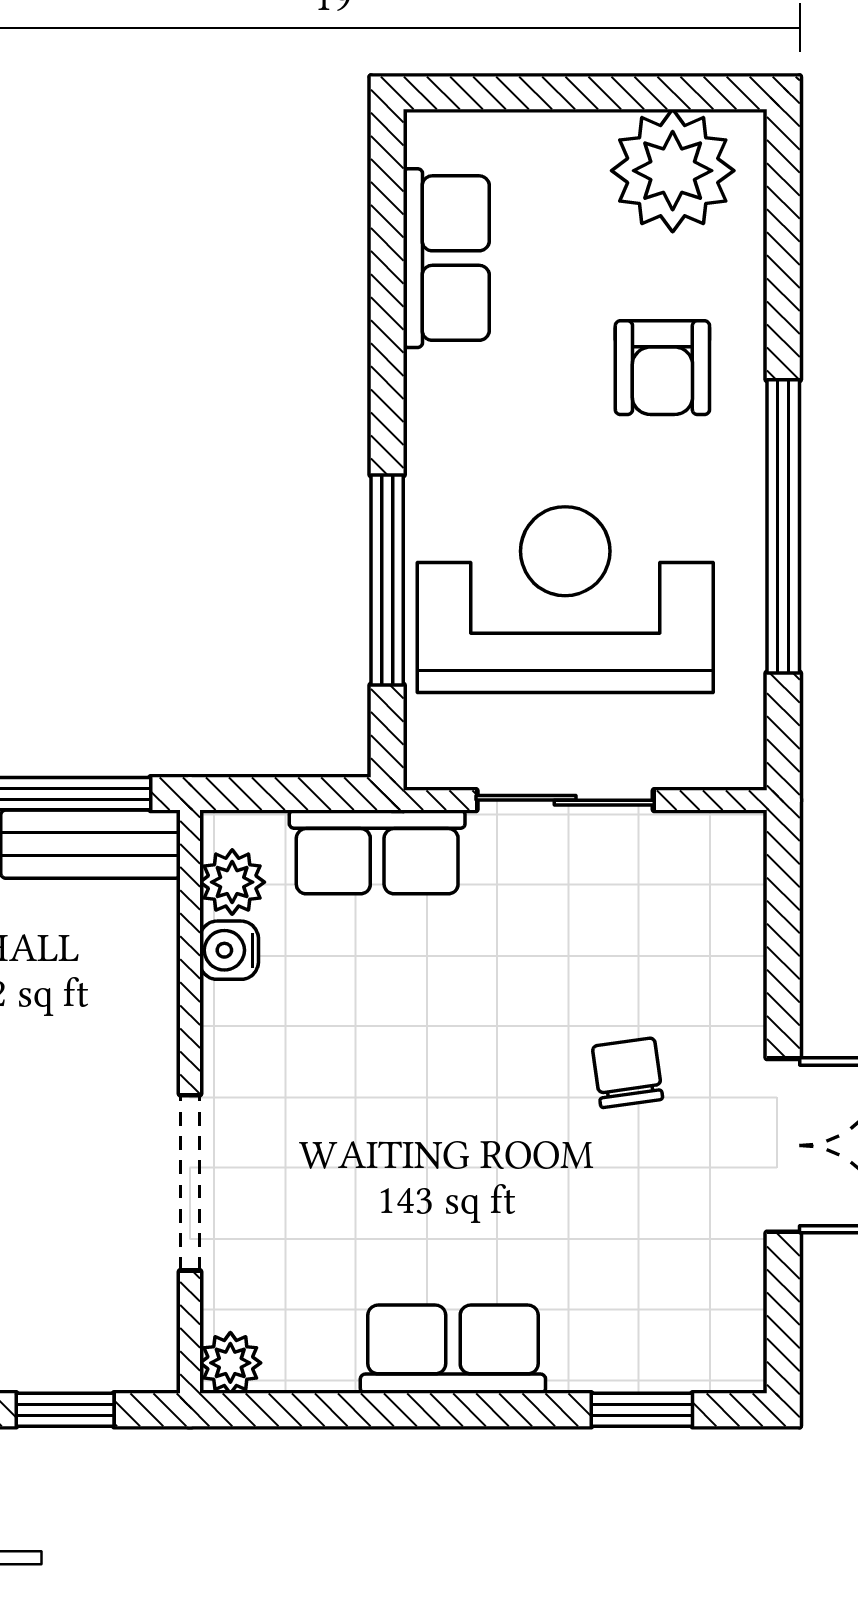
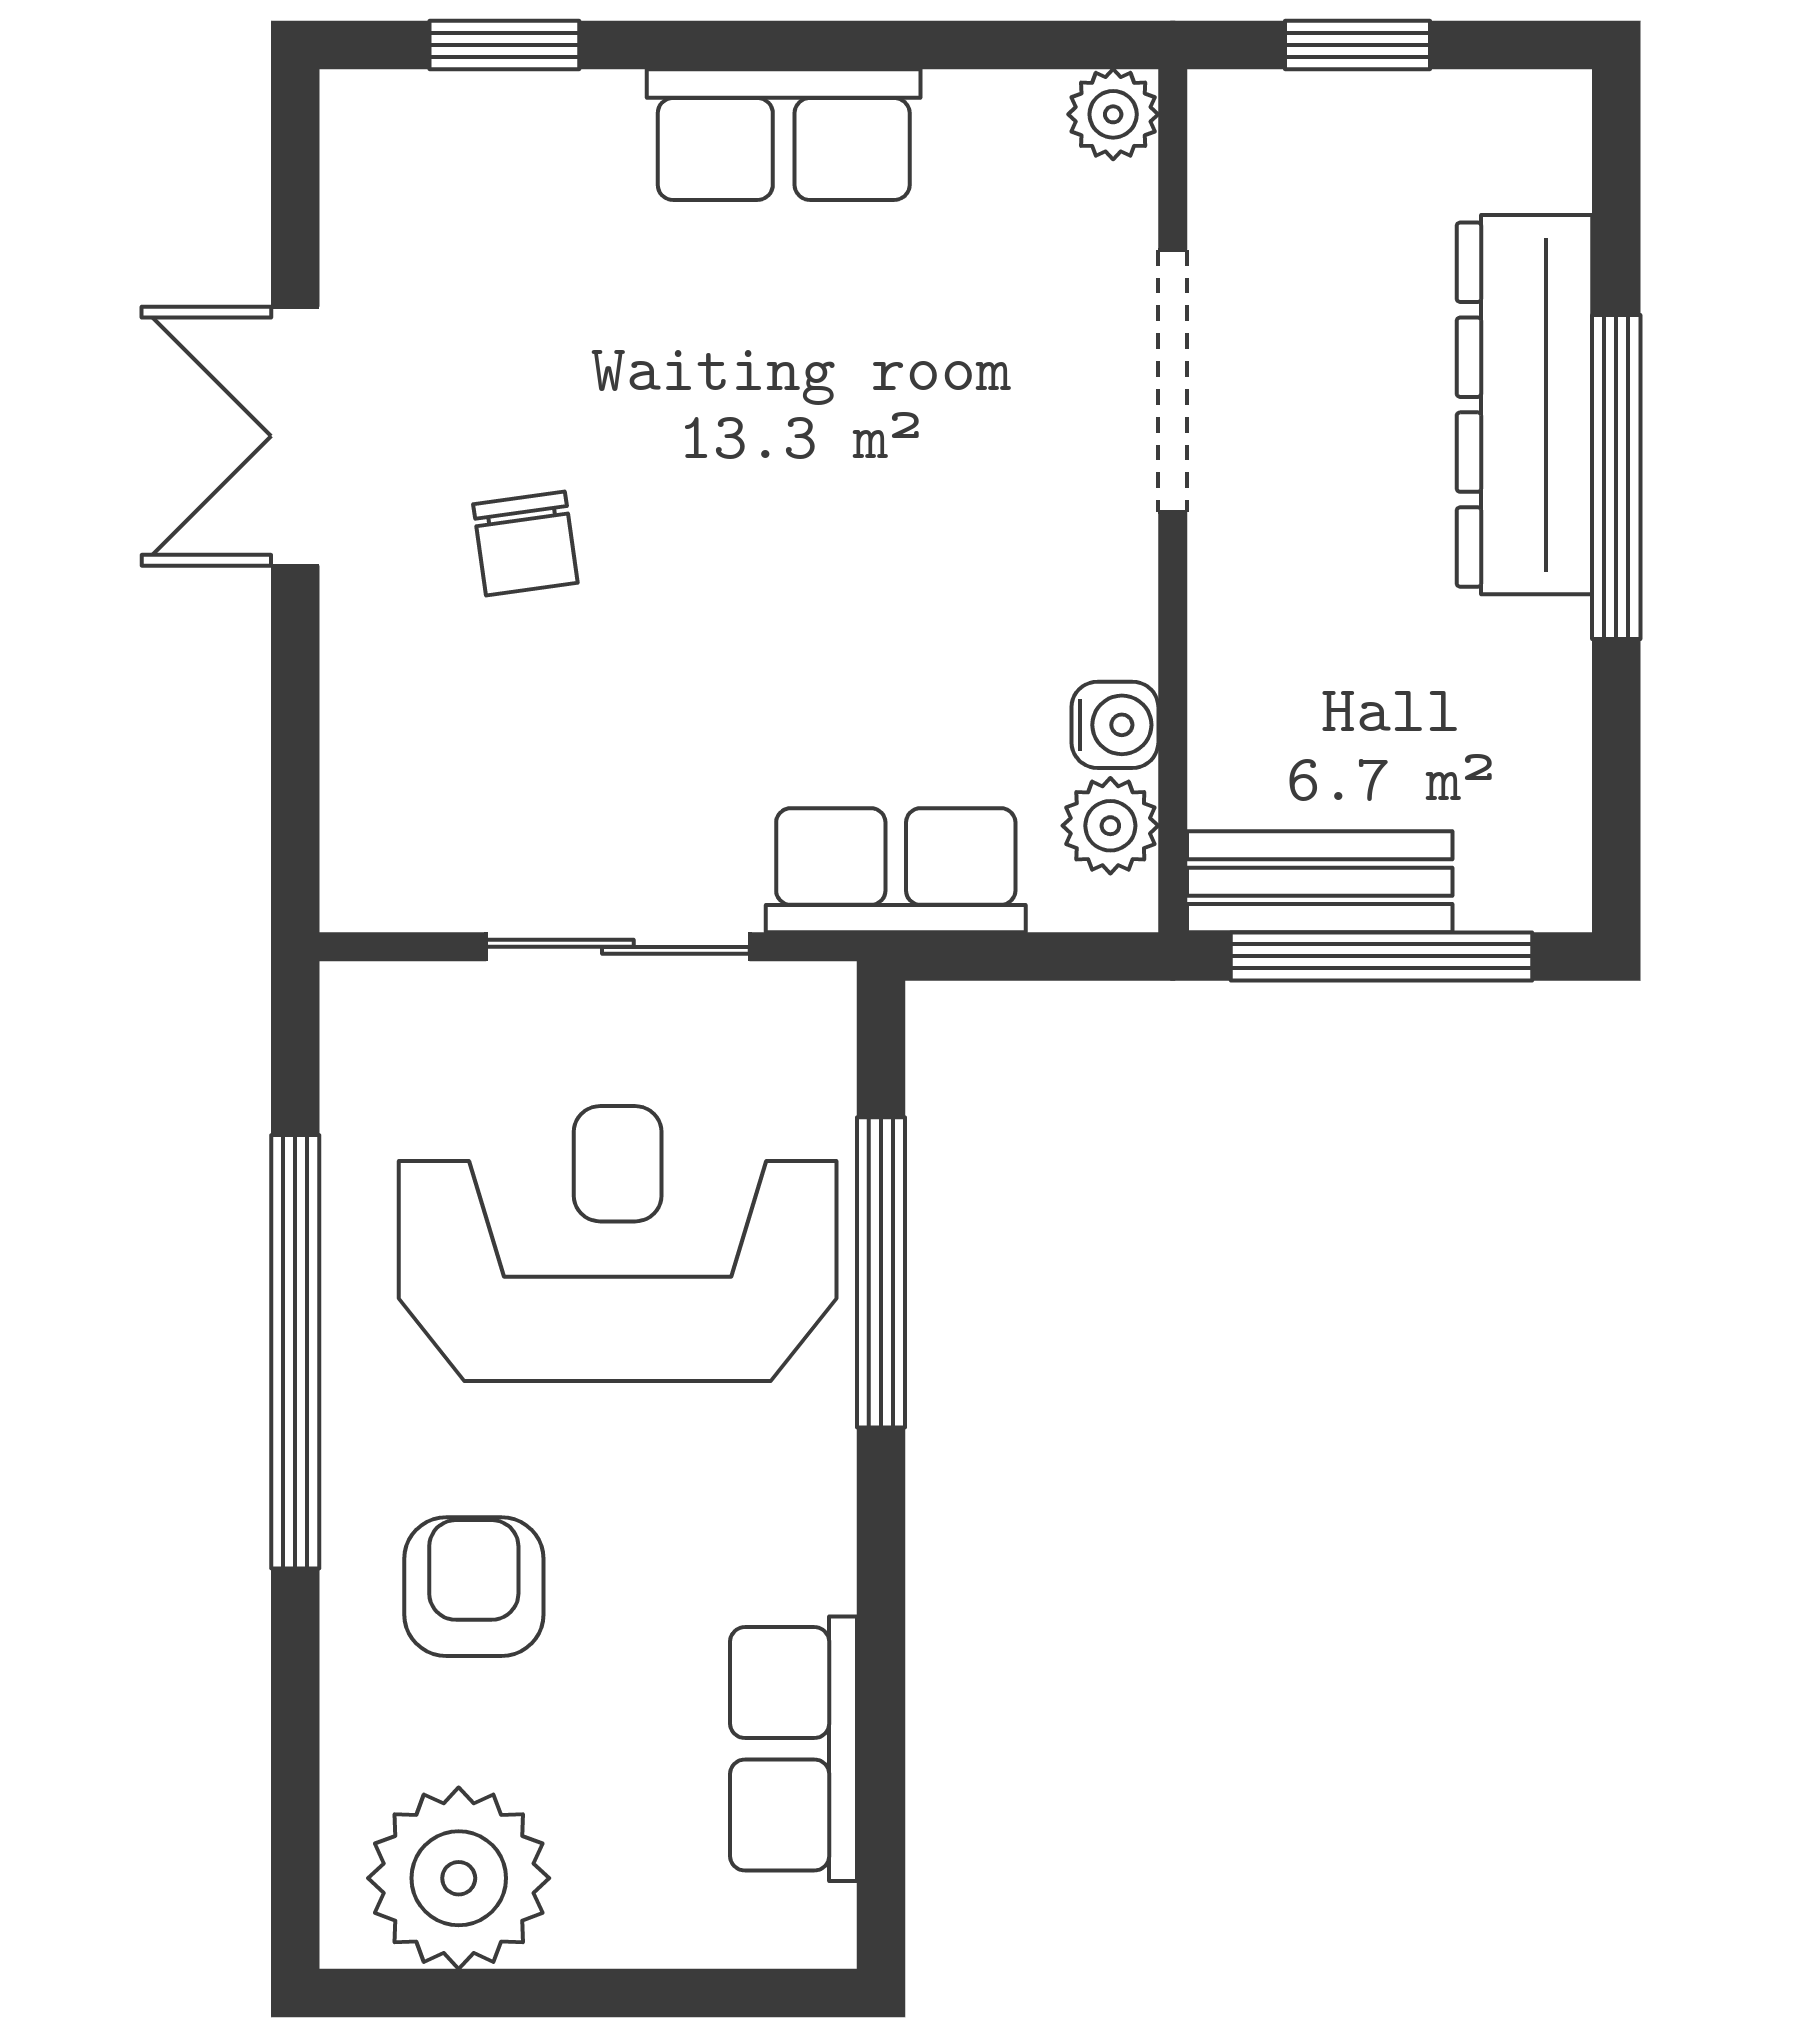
reception desk: (565, 600) -> (618, 1244), turned 180

